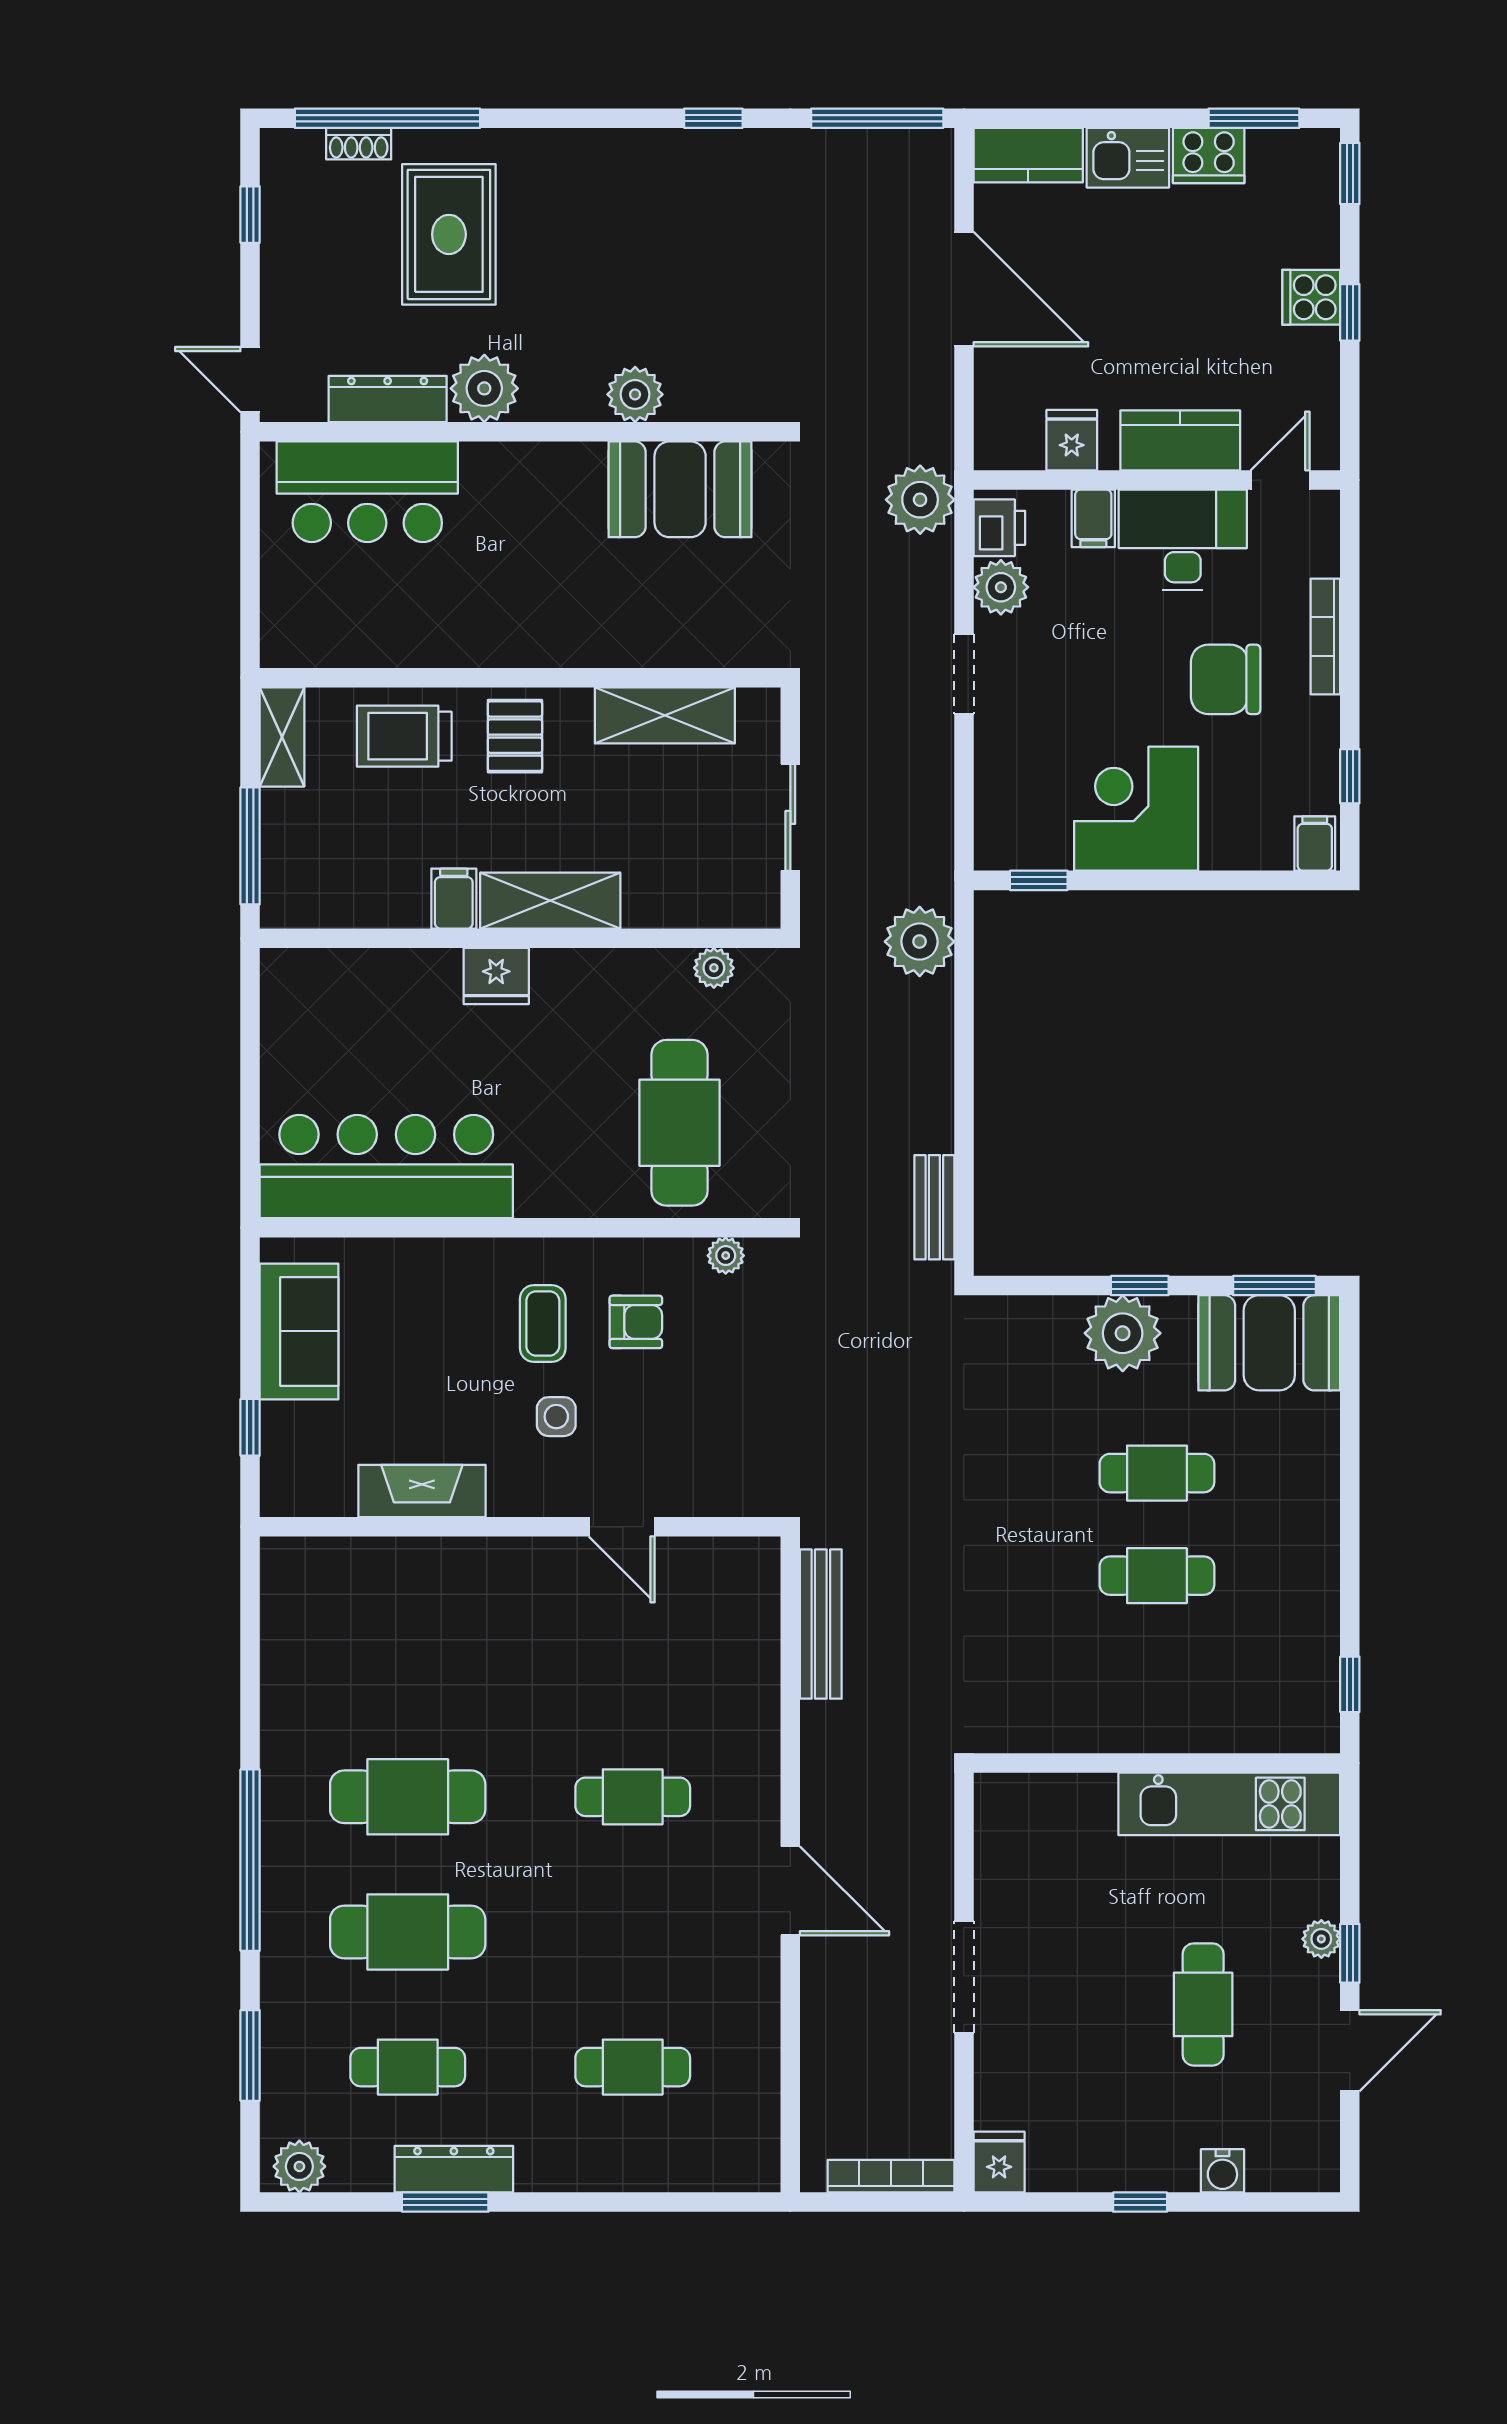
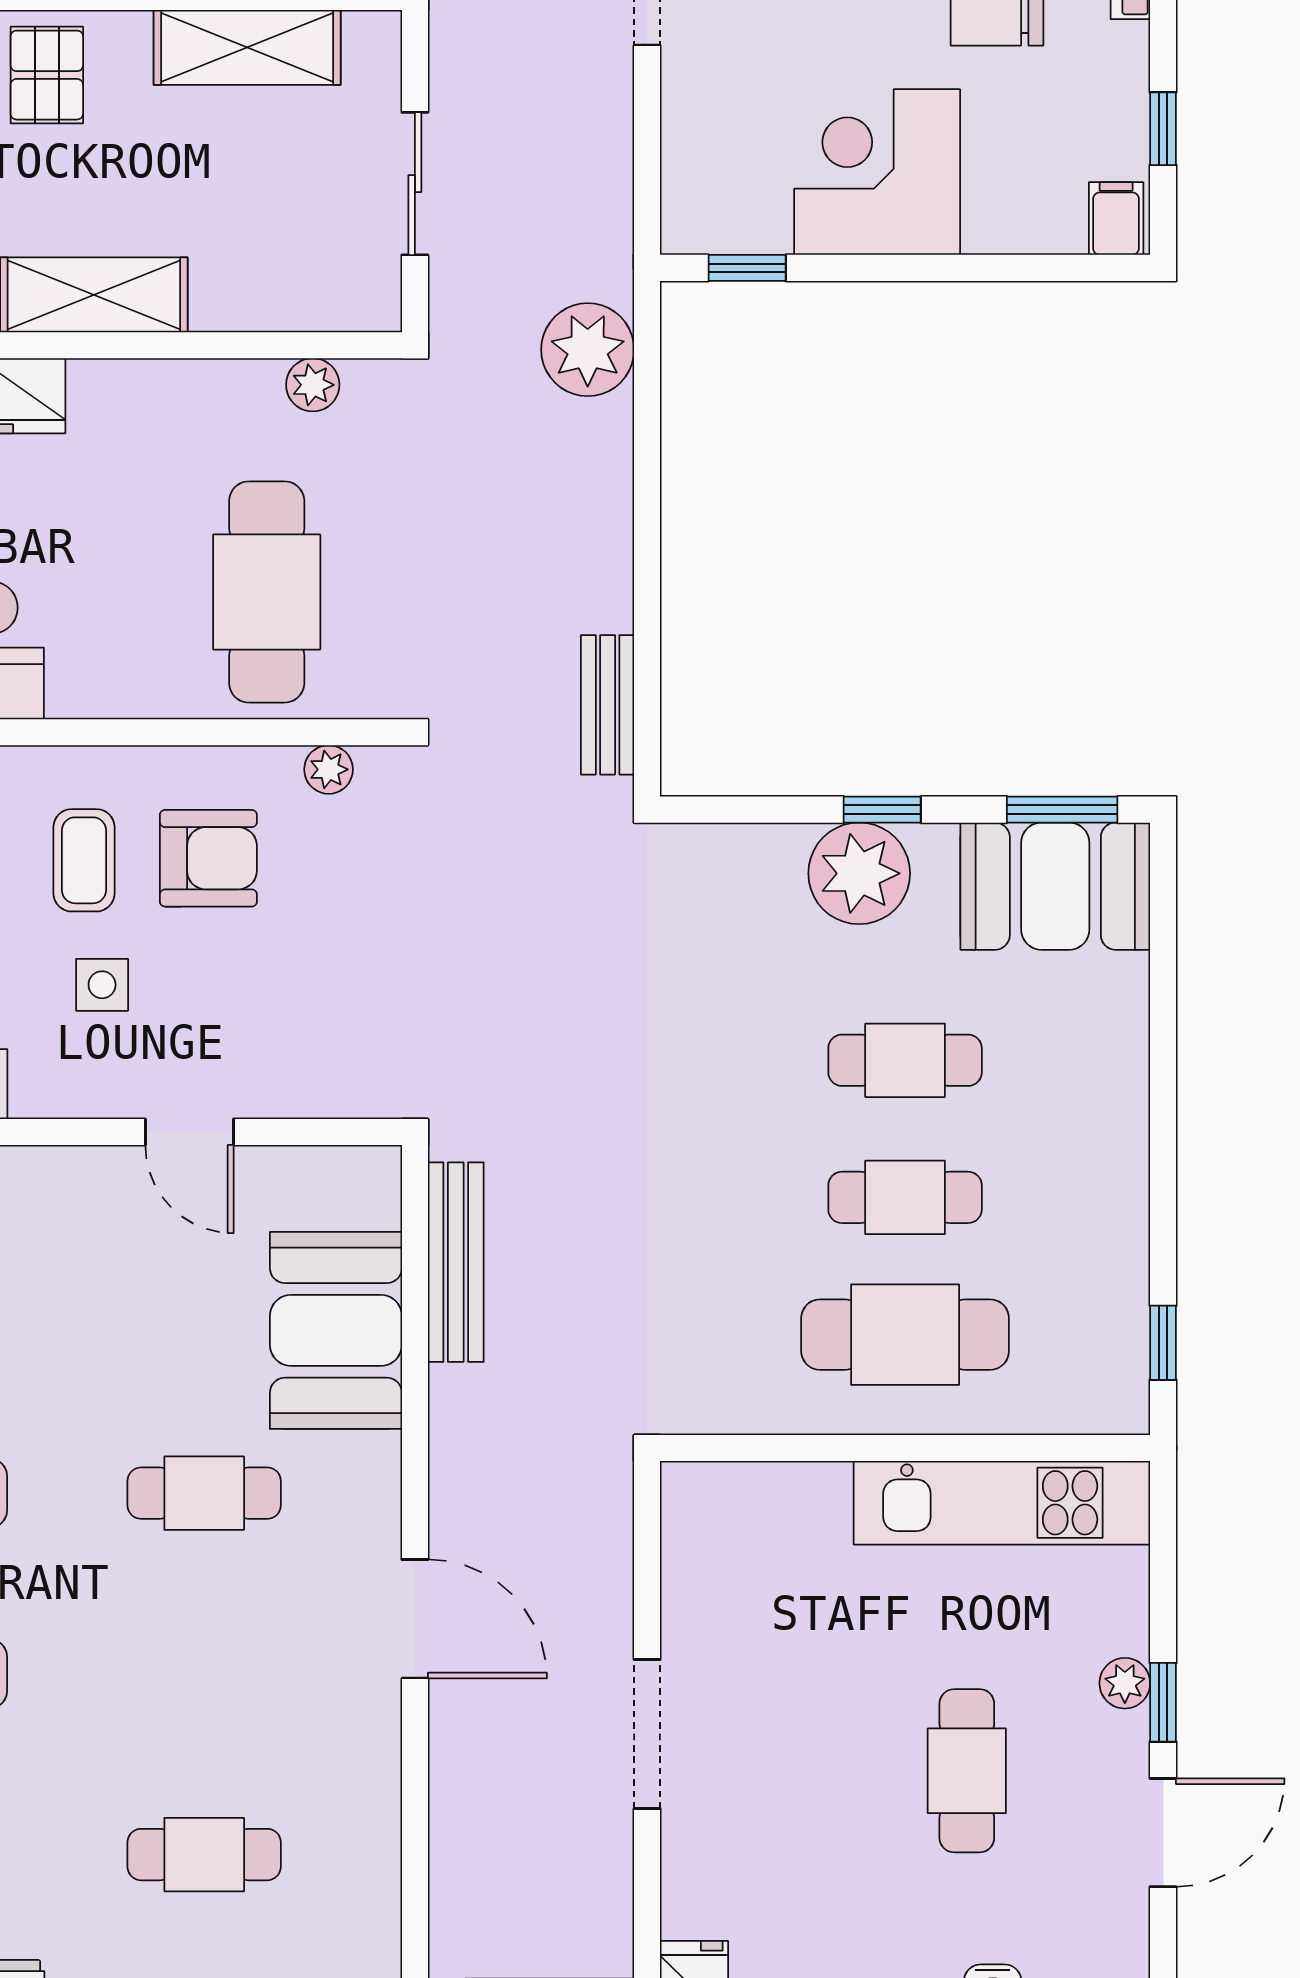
armchair: (636, 1322) -> (208, 858), width x1.38, depth x1.38
booth: (731, 1675) -> (336, 1330), added
cafe table: (1157, 1678) -> (905, 1335), added

